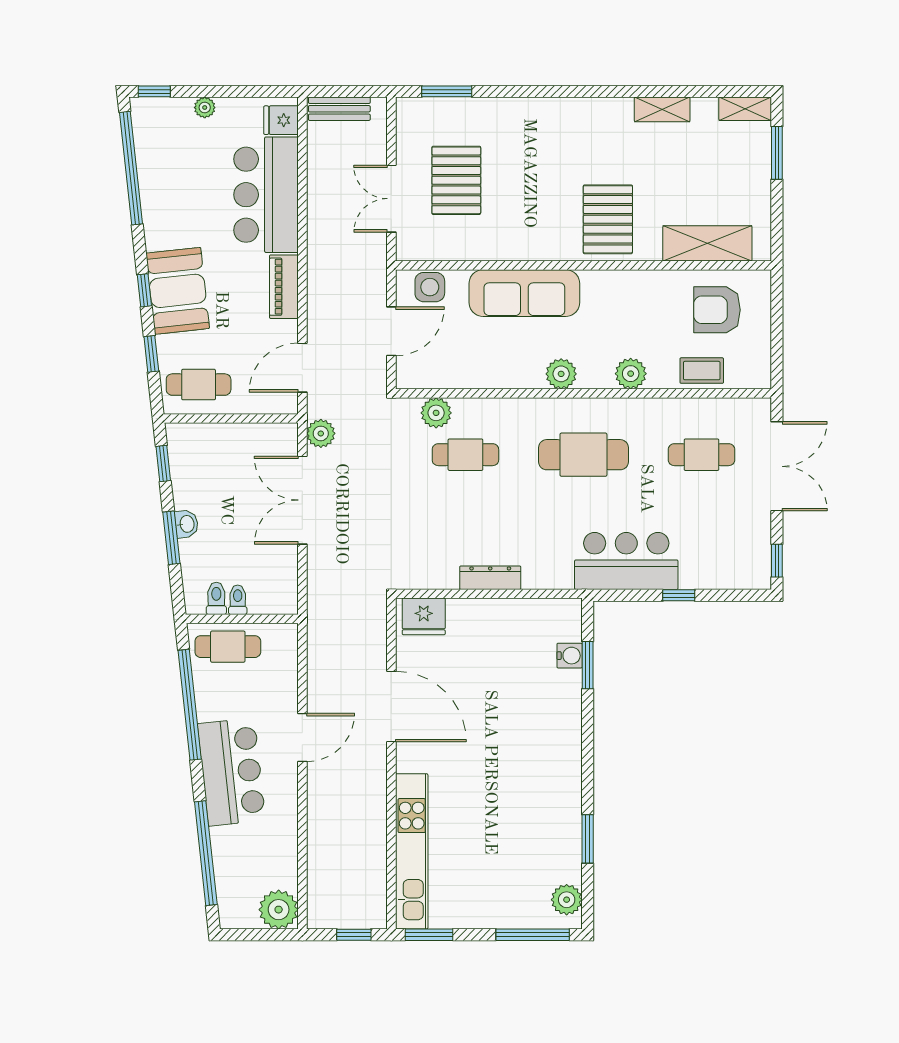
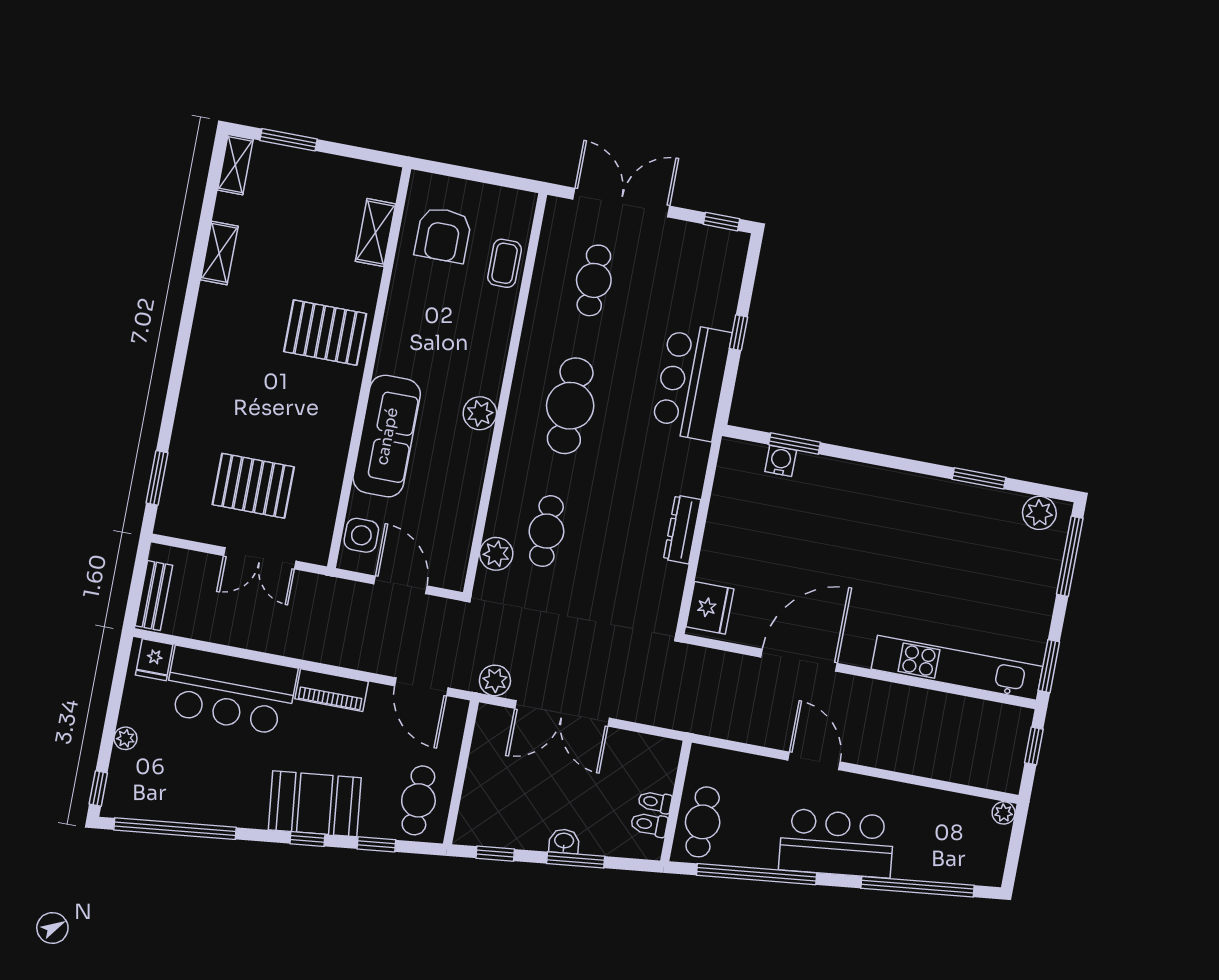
shelving: (707, 243) -> (375, 233), width x0.67, depth x0.75
plant: (631, 374) -> (494, 339), removed
plant: (279, 910) -> (1004, 813), width x0.53, depth x0.53

